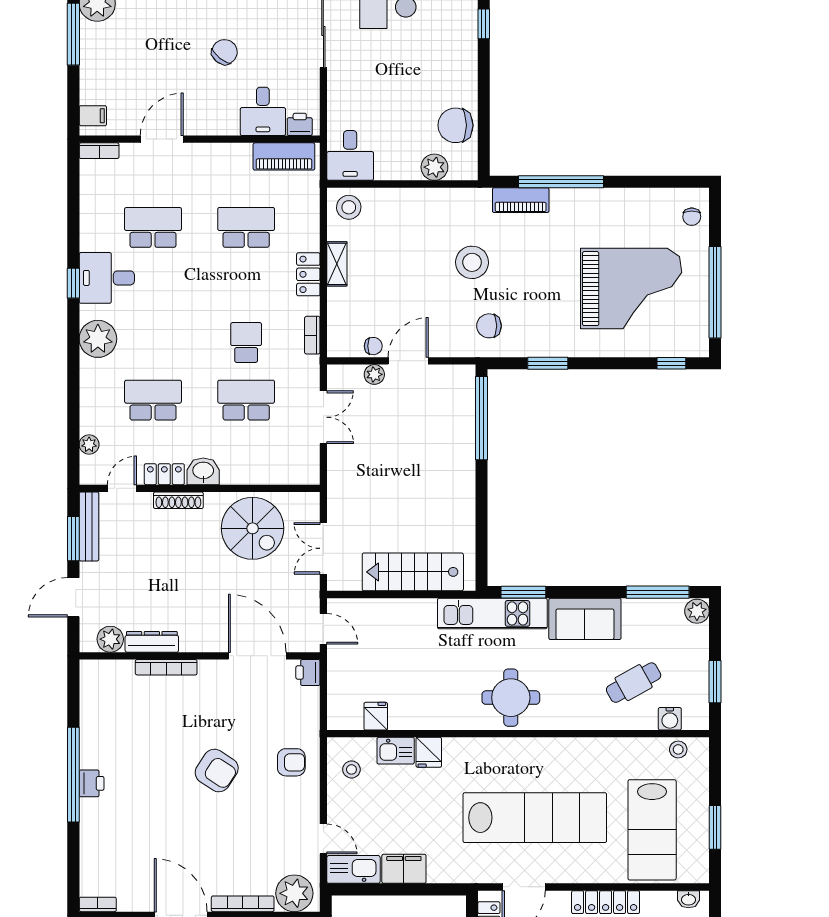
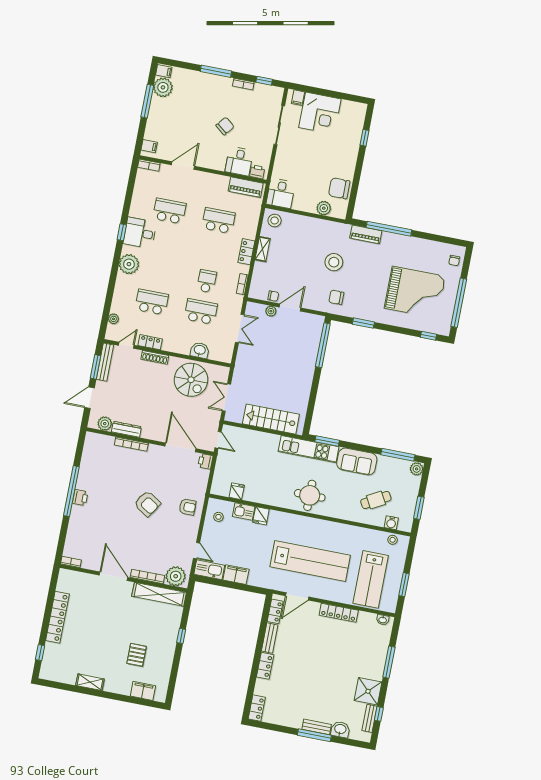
washbasin: (203, 471) -> (200, 350), moved

